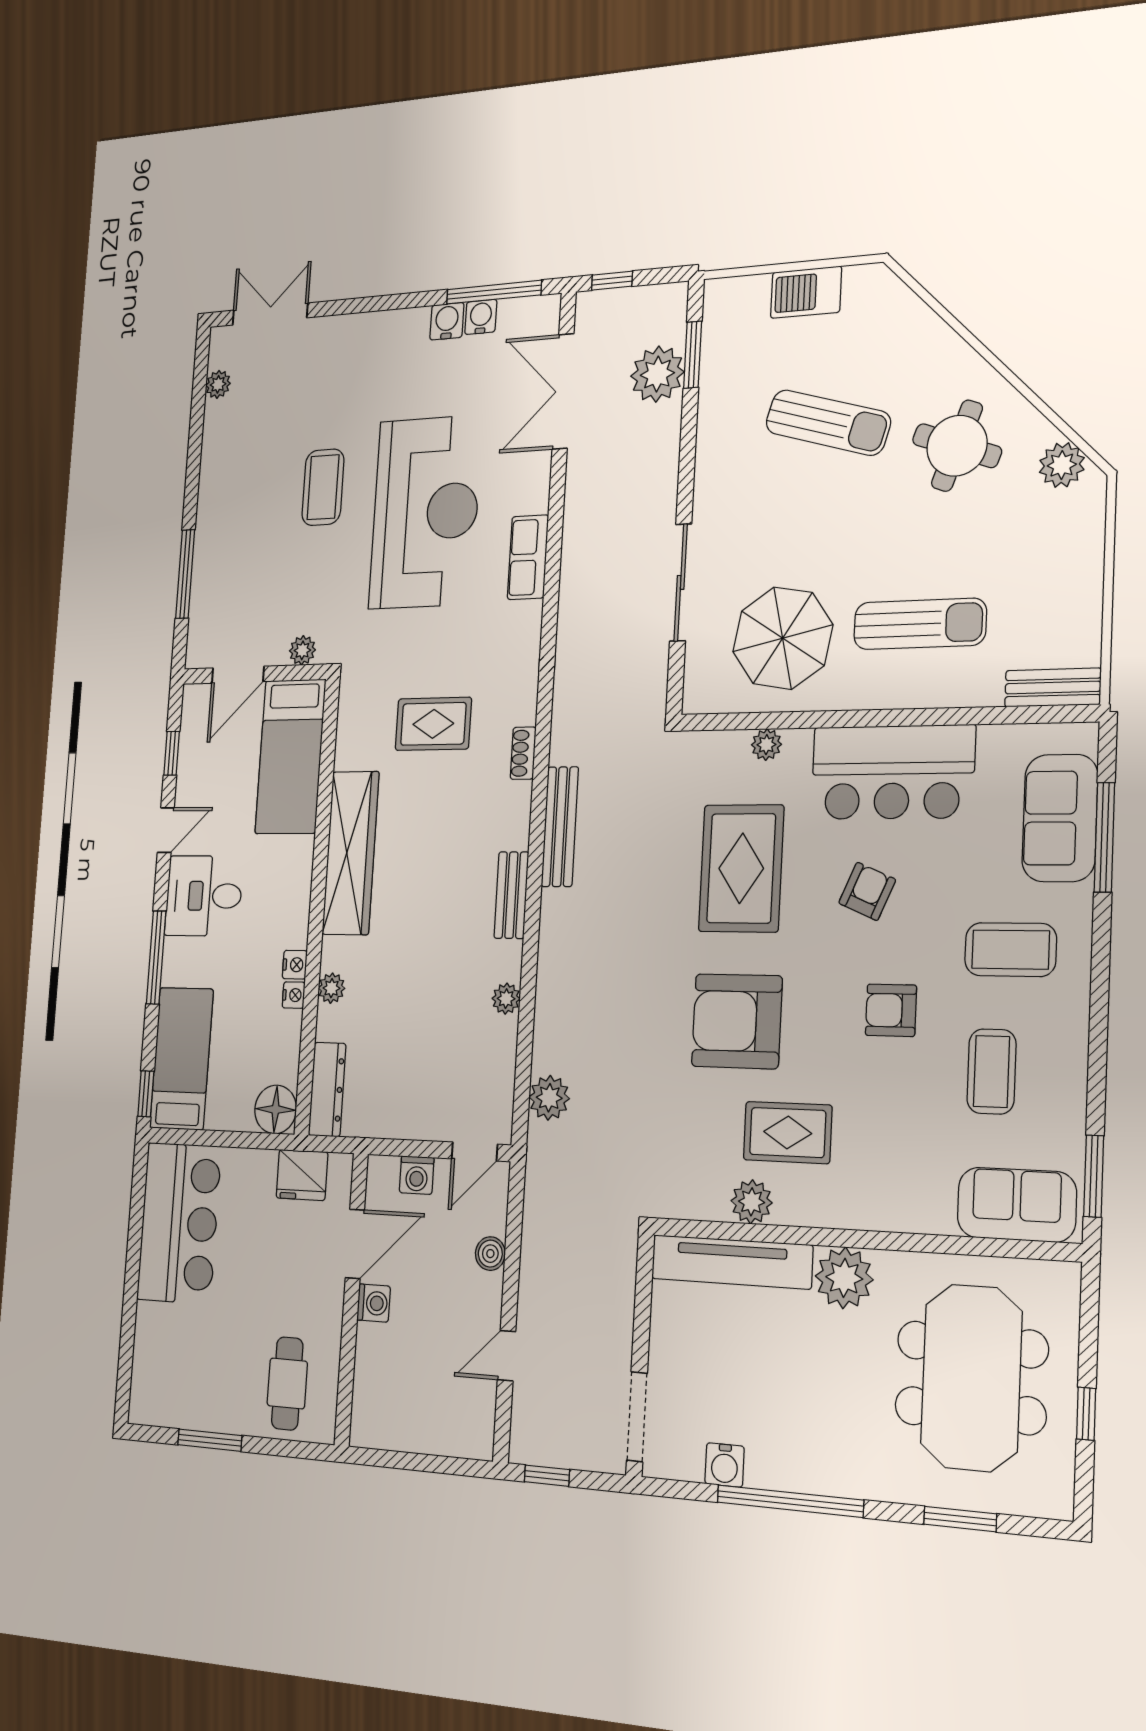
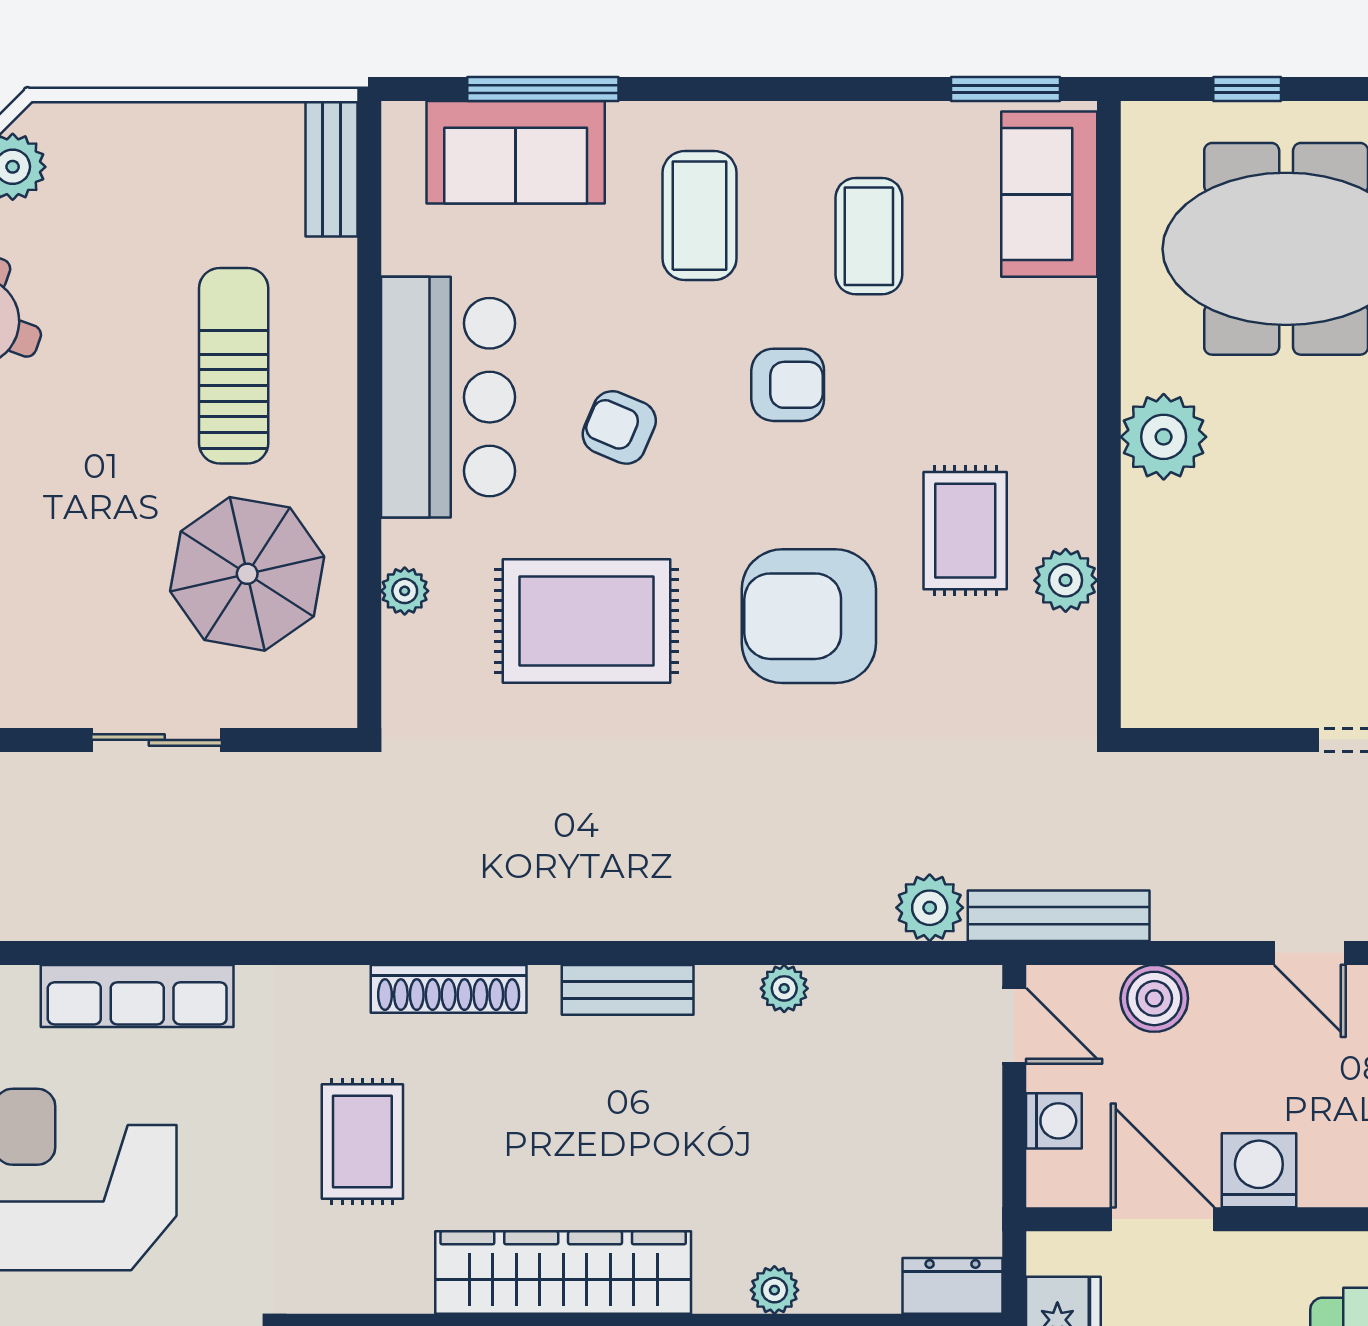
row of seats: (528, 557) -> (137, 996), width x1.48
sliding door: (681, 582) -> (157, 740), width x0.73
shoe rack: (523, 753) -> (449, 989), width x1.94, depth x1.24
bench: (560, 827) -> (1059, 916), moved
armchair: (891, 1010) -> (788, 385), turned -90
armchair: (737, 1021) -> (809, 616), turned 90
coffee table: (992, 1071) -> (869, 236), turned 90
dresser: (327, 1089) -> (953, 1286), width x0.70
boiler: (490, 1254) -> (1154, 998), width x1.36, depth x1.36
tv unit: (732, 1262) -> (1152, 606), removed
washing machine: (374, 1303) -> (1259, 1170), width x1.38, depth x1.38
window: (1086, 1414) -> (1247, 89), moved

